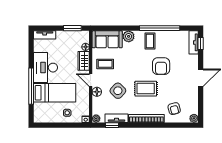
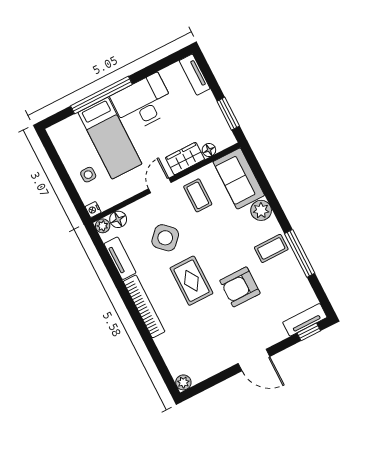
window: (160, 28) -> (300, 253), width x0.68
floor lamp: (97, 92) -> (118, 219), moved
armchair: (174, 109) -> (183, 343), removed
window: (112, 125) -> (105, 257), removed

